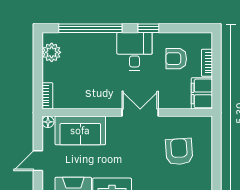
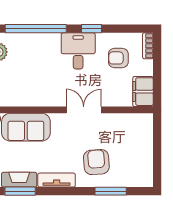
bookcase: (207, 63) -> (148, 46), moved
armchair: (179, 152) -> (96, 162), moved

